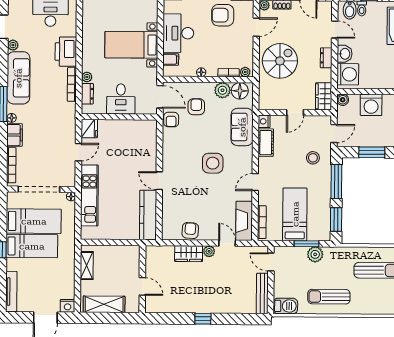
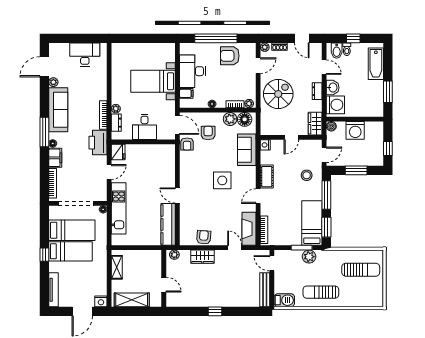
printer: (66, 52) -> (98, 143), moved
cot: (266, 143) -> (267, 177), moved
bed: (295, 214) -> (312, 223), moved
plant: (209, 251) -> (174, 255), moved

